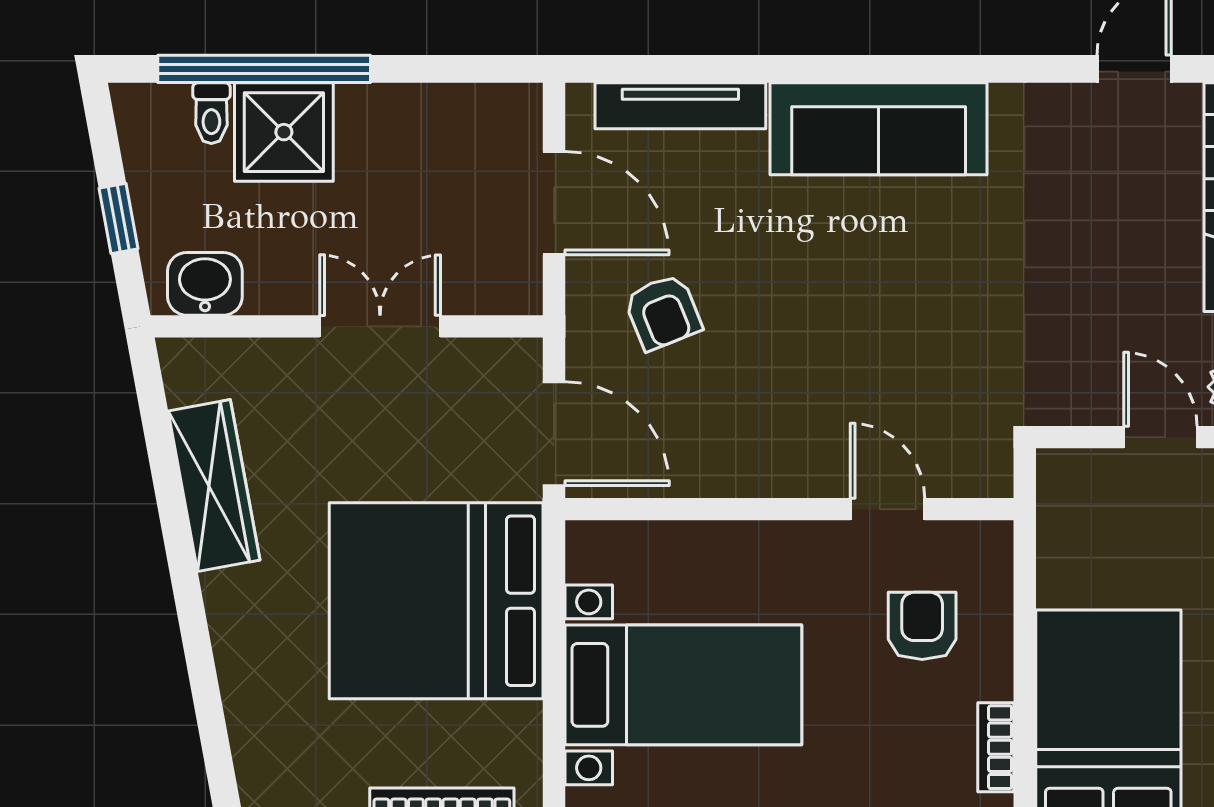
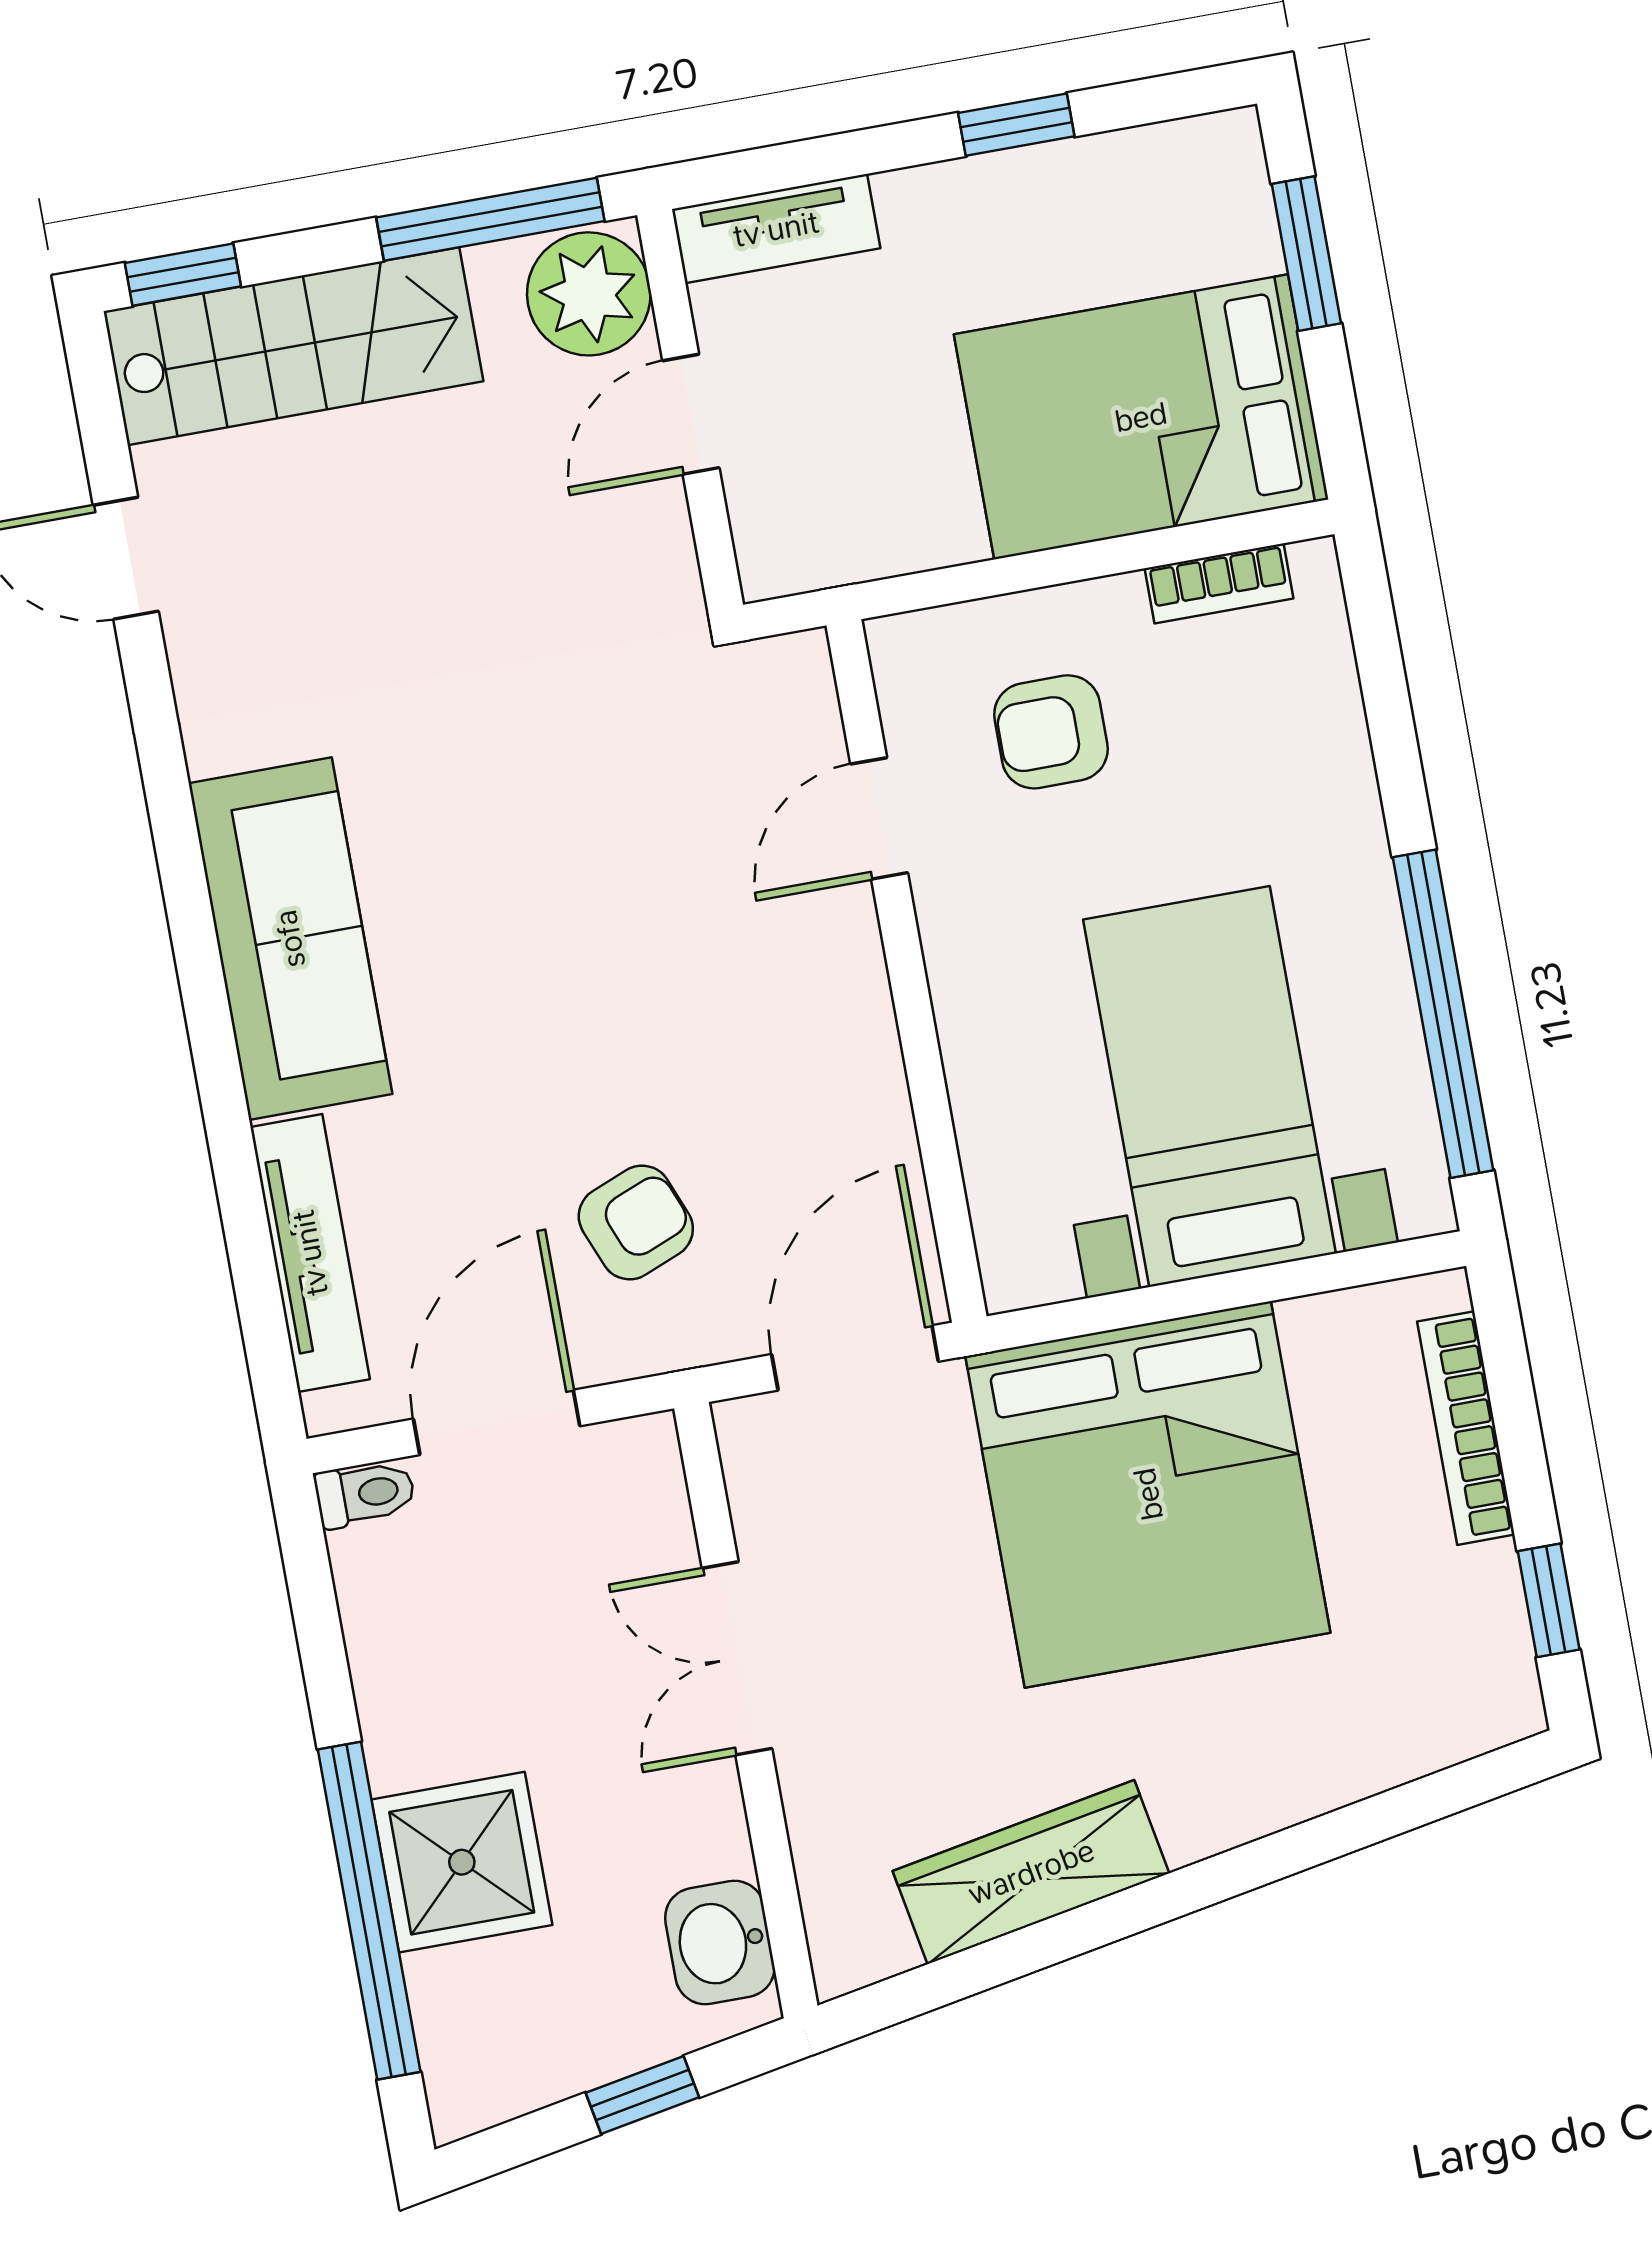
toilet: (211, 113) -> (365, 1494), moved

